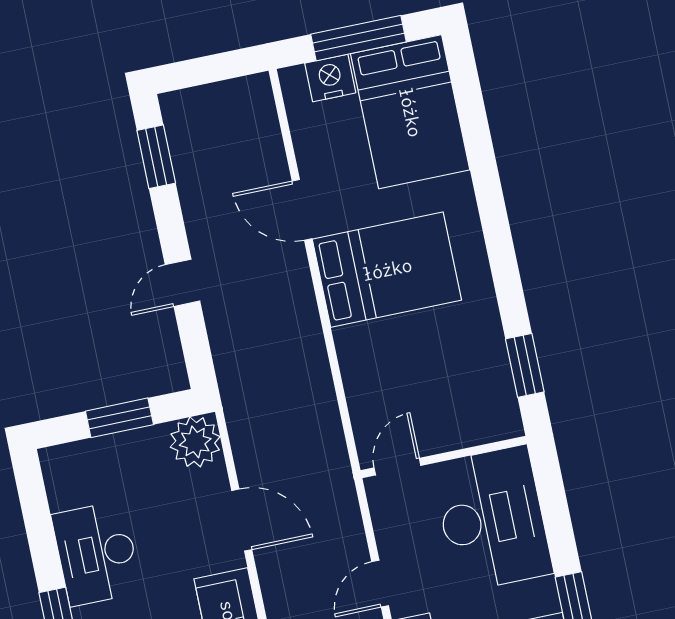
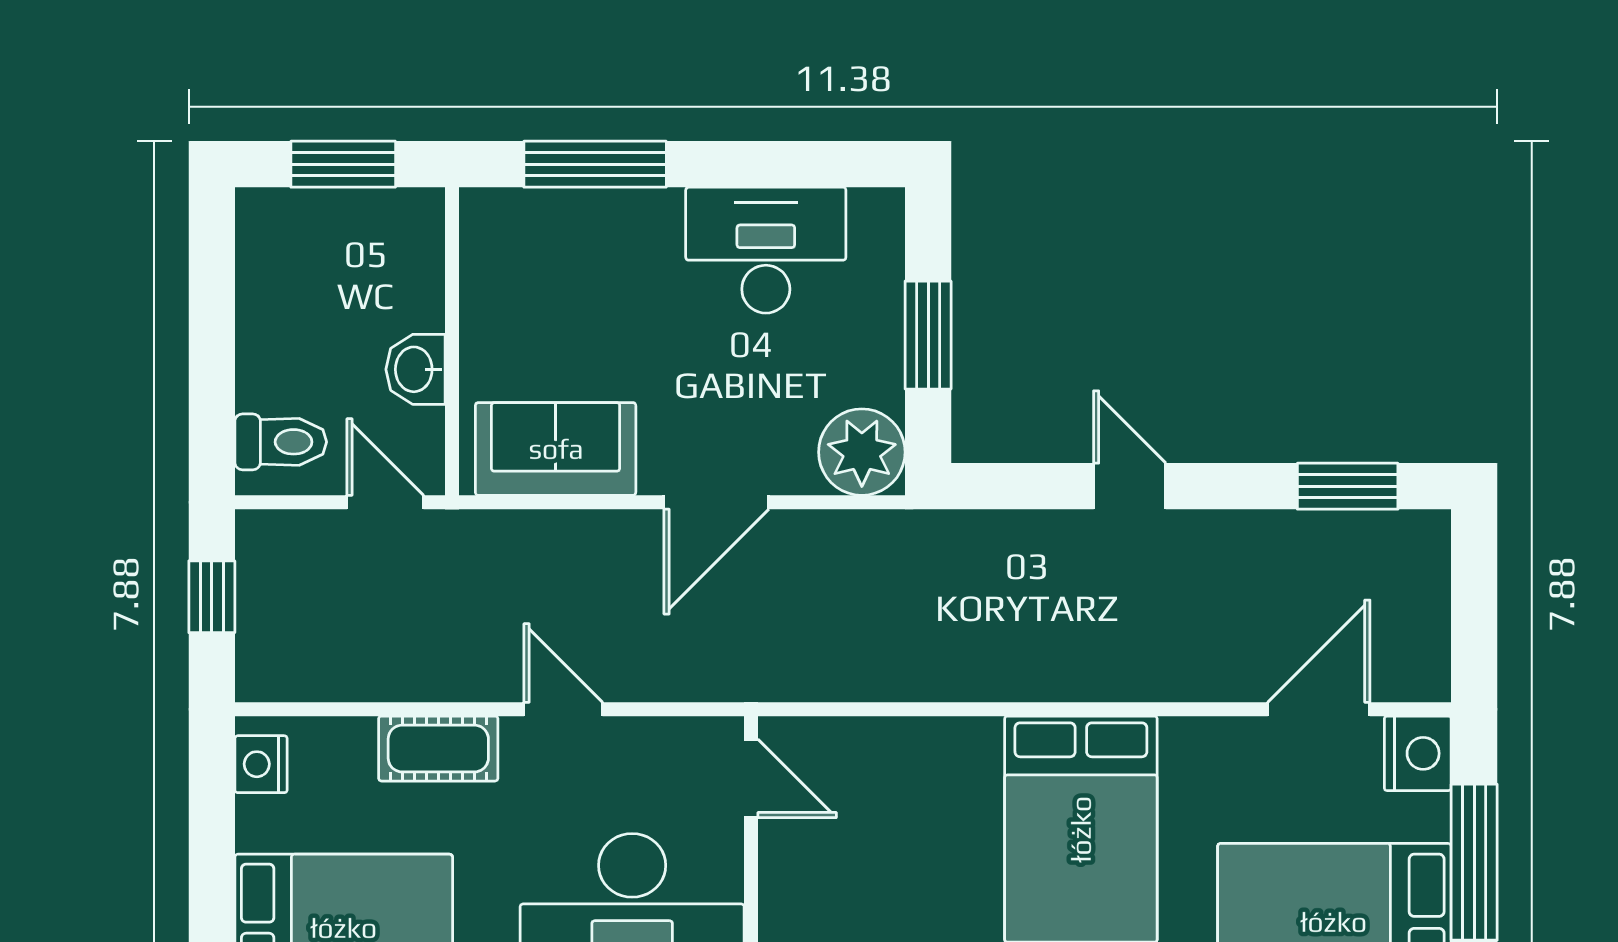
nightstand: (330, 78) -> (1418, 753), moved
door: (302, 210) -> (1319, 709), moved
desk: (97, 553) -> (766, 250), moved

